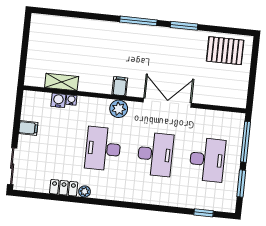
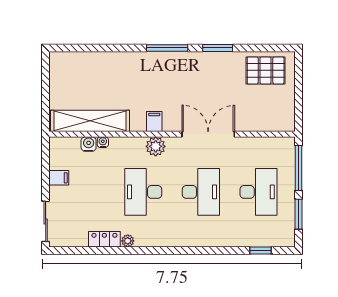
shelving: (62, 82) -> (90, 121), width x2.20, depth x1.33

